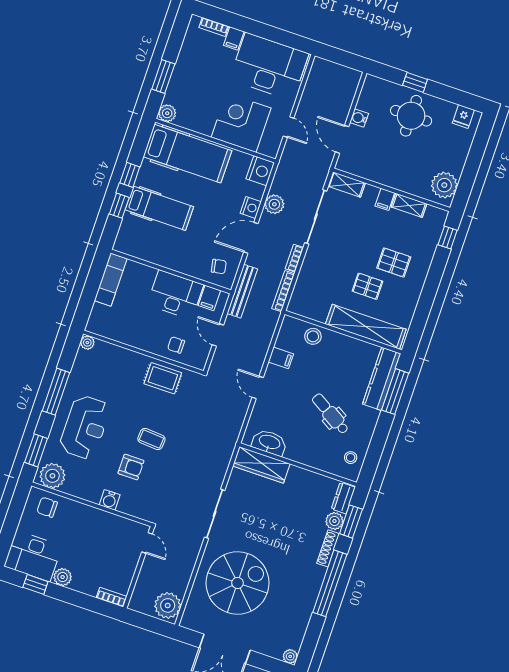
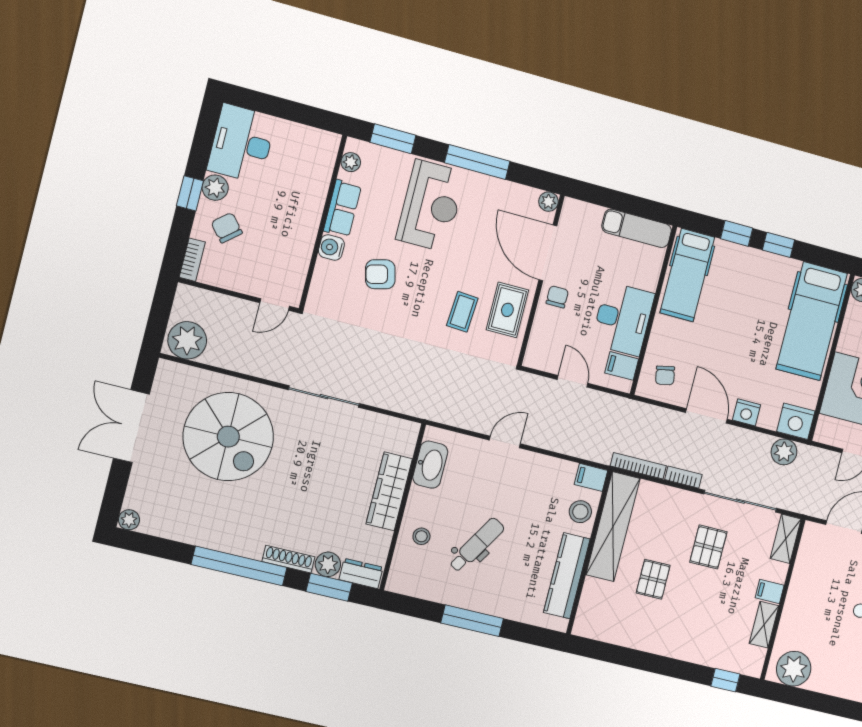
plant: (274, 204) -> (784, 452), moved
hospital bed: (159, 208) -> (687, 275), moved
pallet: (394, 262) -> (708, 547), moved
bench: (242, 291) -> (634, 410), removed
shelving: (366, 327) -> (613, 527), moved
door: (218, 335) -> (573, 381), hinge flipped
chair: (176, 345) -> (557, 297), moved
door: (124, 346) -> (548, 253), added
filing cabinet: (281, 358) -> (591, 477), moved, turned 90
kitchen counter: (382, 379) -> (567, 576), moved, turned -90
window: (395, 392) -> (472, 621), moved
reception desk: (85, 427) -> (431, 206), turned -90
coffee table: (151, 439) -> (462, 312), moved
stool: (351, 458) -> (421, 536), moved
wardrobe: (261, 465) -> (389, 491), moved
armchair: (131, 467) -> (380, 274), turned 76
plant: (52, 476) -> (351, 162), width x0.53, depth x0.53
row of seats: (83, 490) -> (342, 208), added
chair: (47, 507) -> (227, 228), moved, turned -41
window: (35, 584) -> (190, 193), moved

